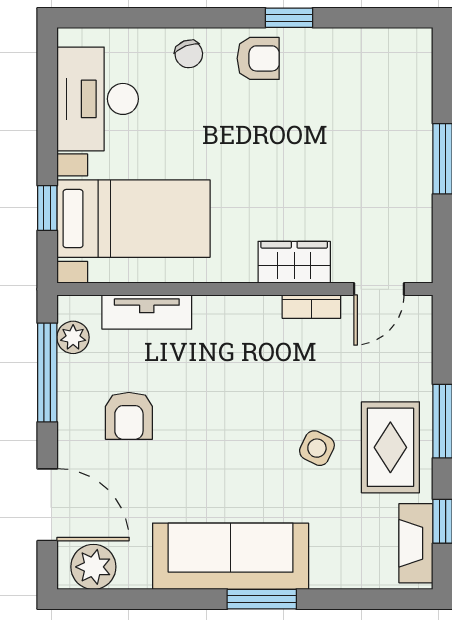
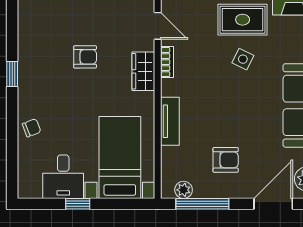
armchair: (258, 58) -> (85, 57), moved, turned 90
desk: (98, 99) -> (63, 177), width x0.73
window: (47, 208) -> (78, 204), moved
tv unit: (147, 312) -> (170, 121), moved

